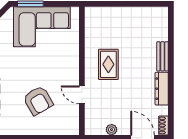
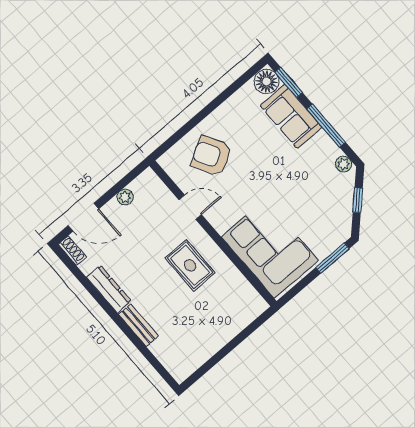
corner sofa: (42, 27) -> (270, 249), moved, turned 90
armchair: (38, 101) -> (211, 156), moved

